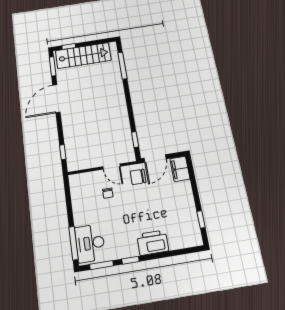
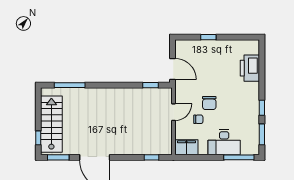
filing cabinet: (180, 169) -> (186, 147), moved, turned 180
chair: (138, 177) -> (209, 103), moved
window: (201, 219) -> (208, 37), moved
desk: (90, 243) -> (224, 142), moved
printer: (153, 243) -> (250, 68), moved

